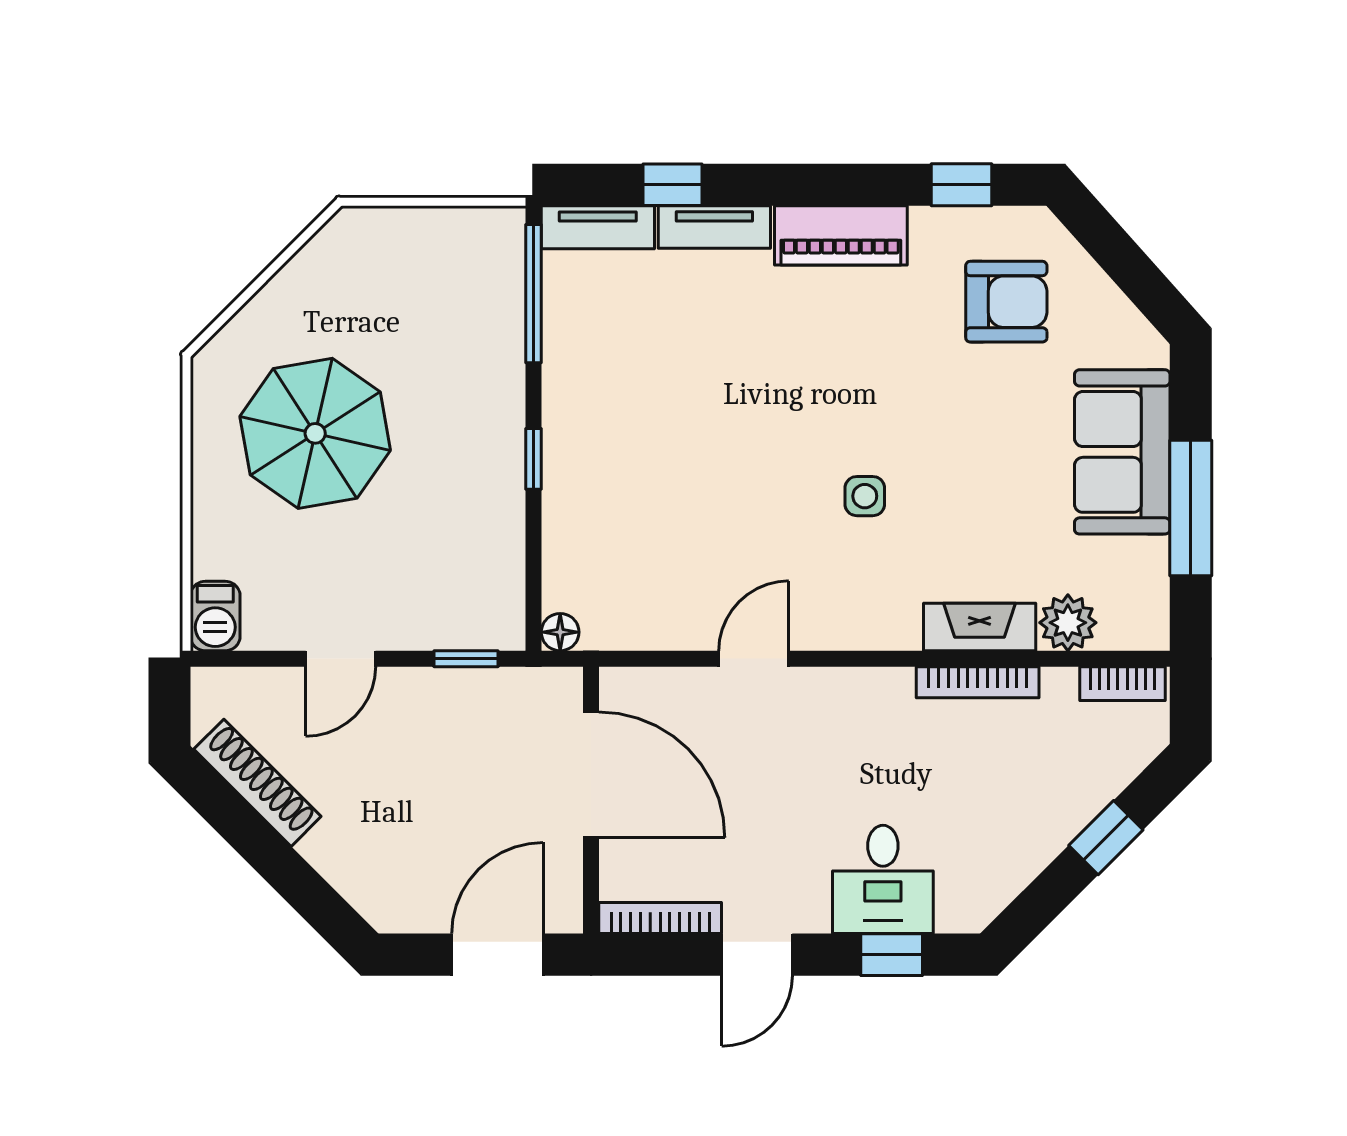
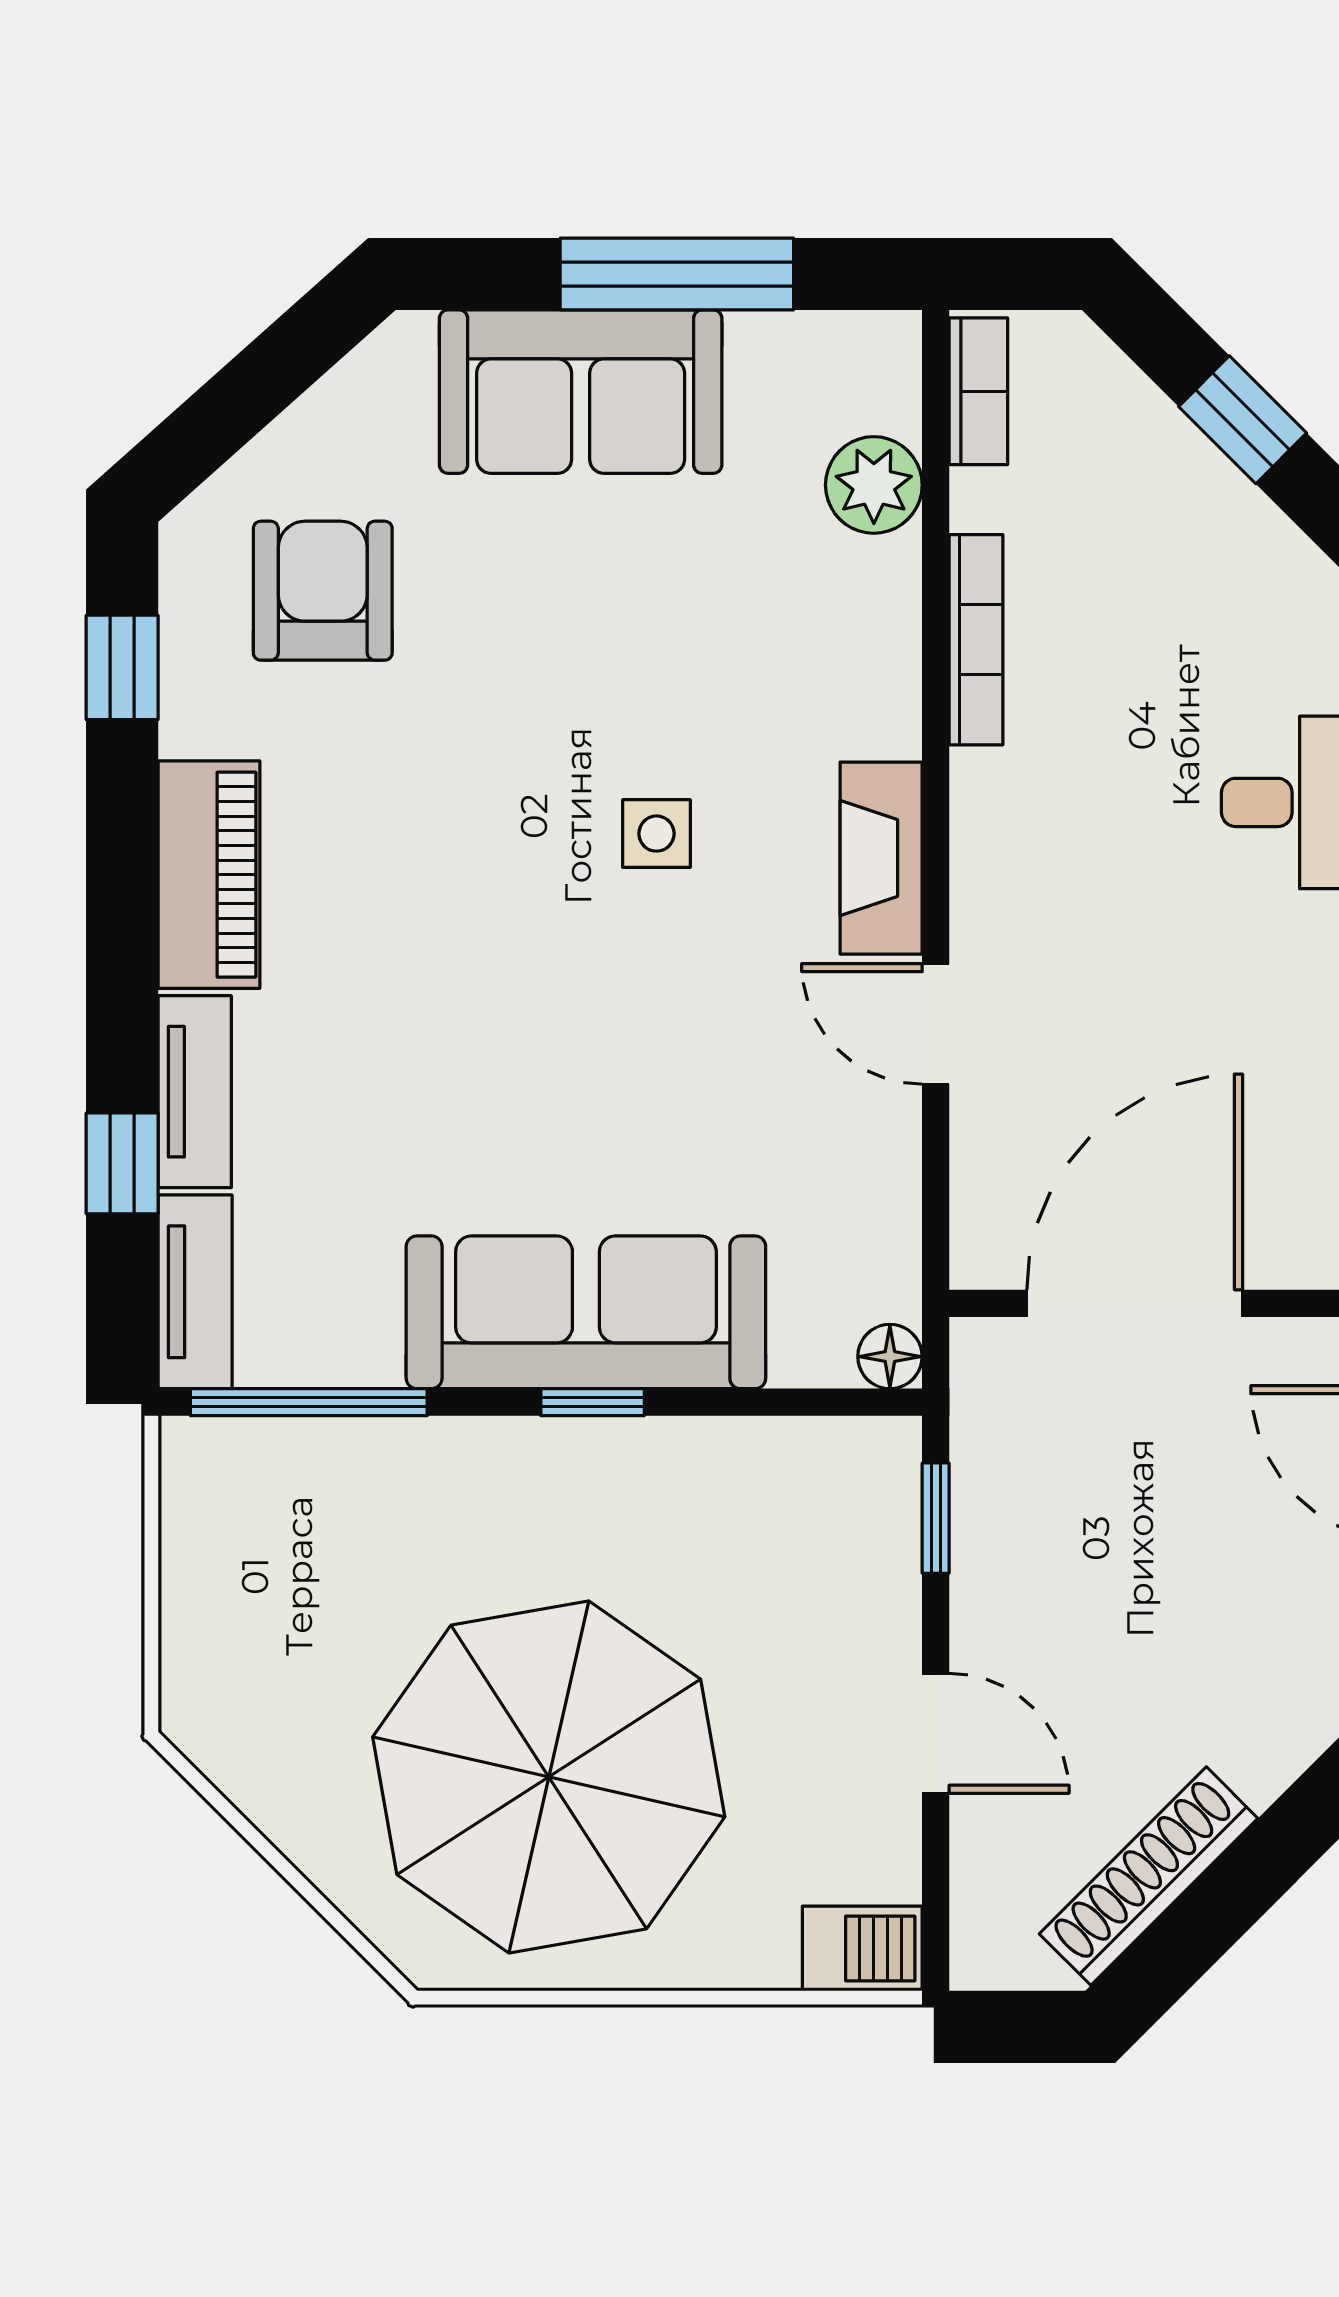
parasol: (315, 433) -> (549, 1777), width x1.36, depth x1.36
sofa: (586, 455) -> (586, 1312), added
fireplace: (980, 627) -> (881, 858), moved

